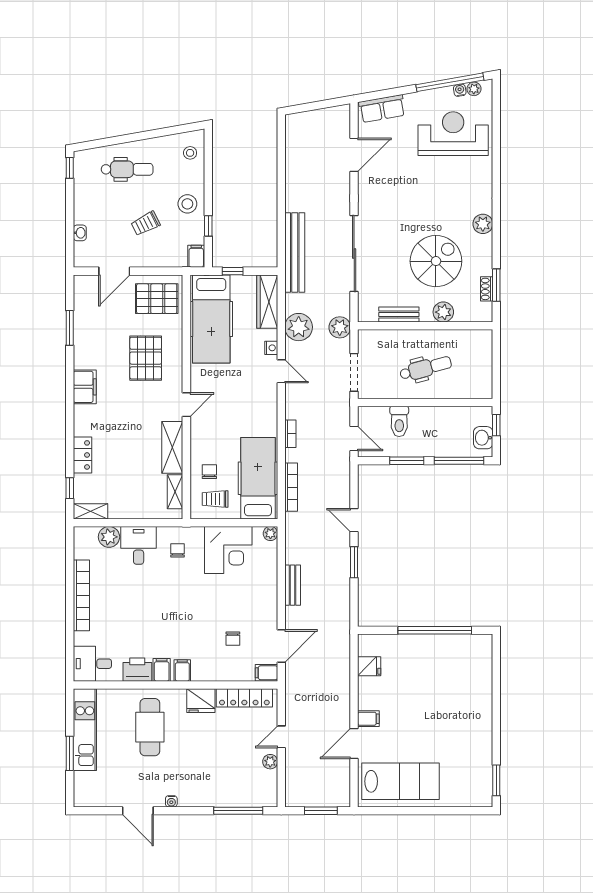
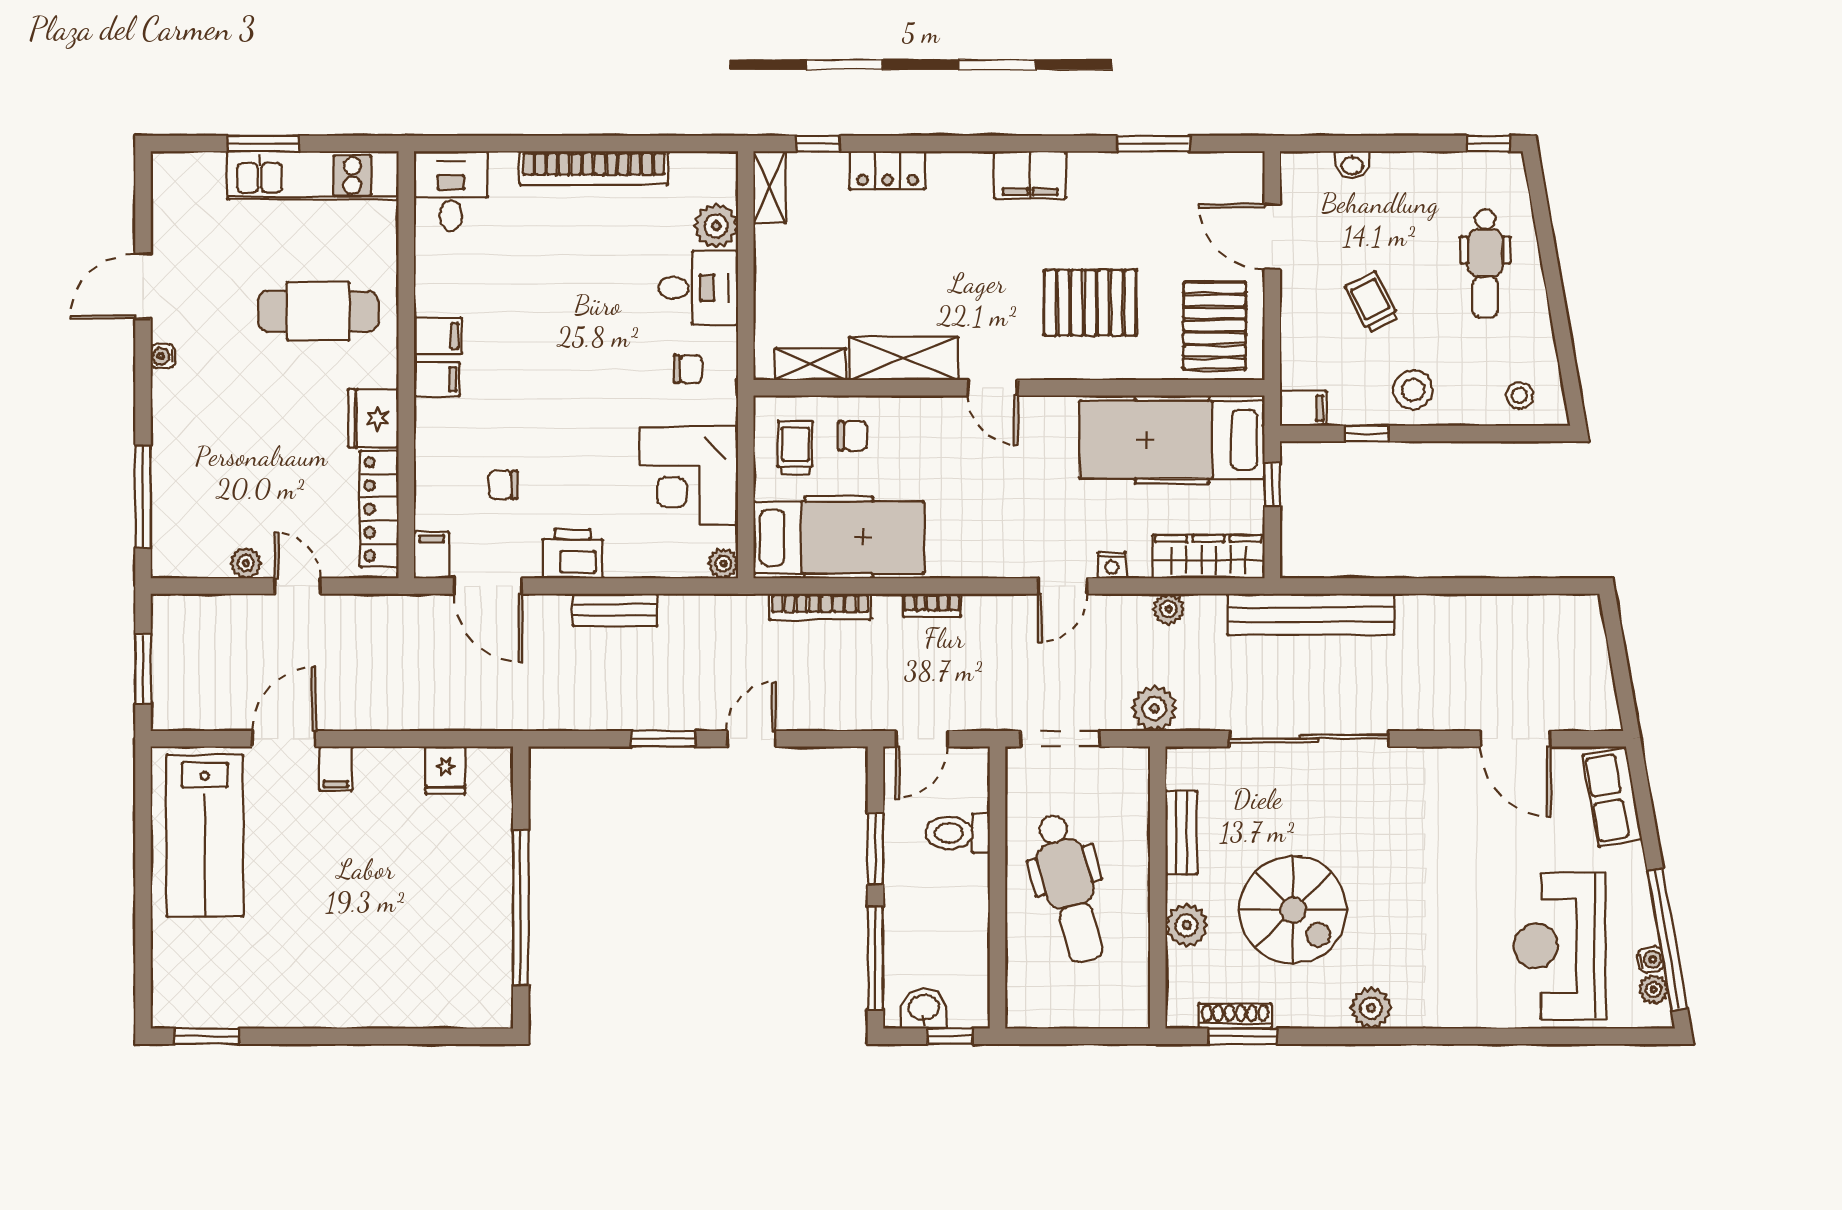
reception desk: (453, 134) -> (1560, 946), turned 180
shoe rack: (487, 289) -> (1235, 1016), width x1.43
plant: (299, 327) -> (1169, 609), width x0.53, depth x0.53
dental chair: (426, 368) -> (1069, 888), width x1.36, depth x1.38
printer: (137, 670) -> (572, 554), moved, turned -90
door: (354, 743) -> (284, 739), hinge flipped

